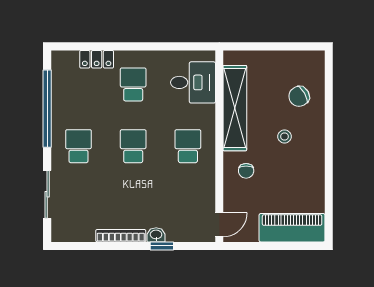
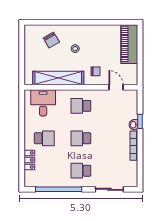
school desk: (133, 84) -> (44, 138), turned 180
door: (219, 225) -> (116, 87), moved

